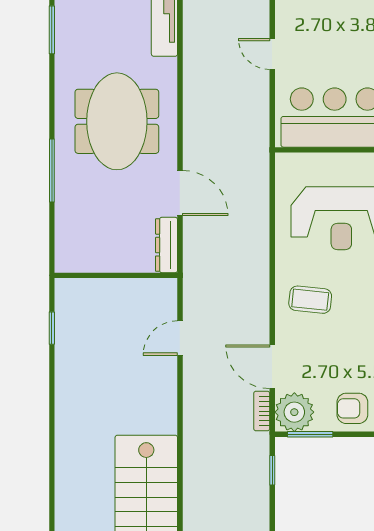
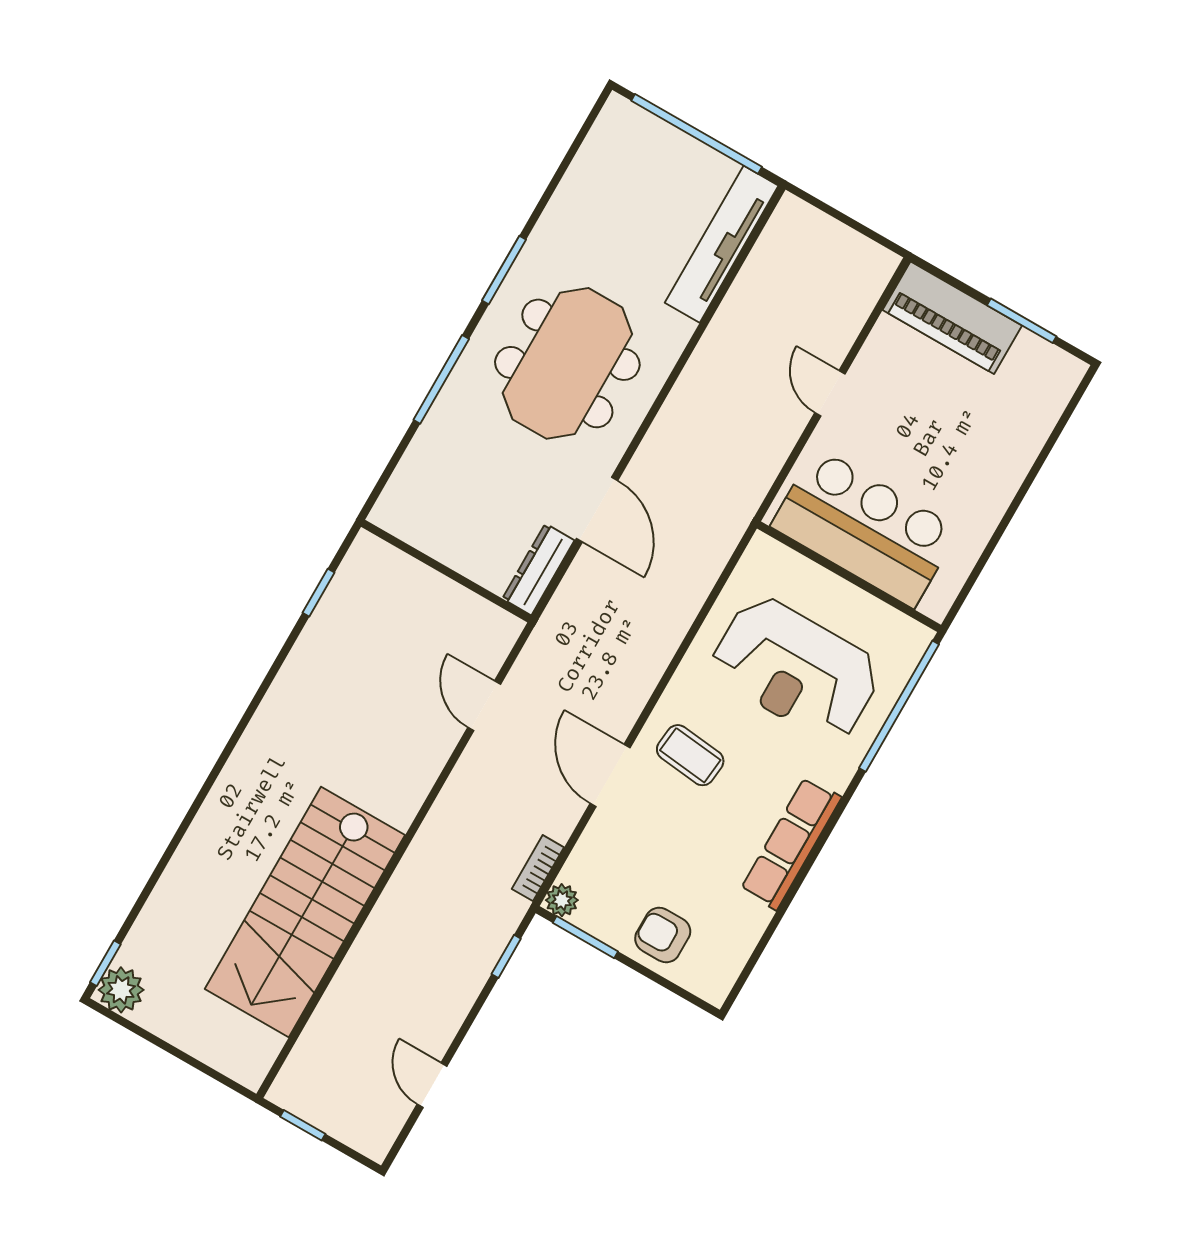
window: (52, 30) -> (504, 270), moved
door: (180, 338) -> (484, 706), hinge flipped
door: (272, 367) -> (610, 776), moved
plant: (294, 412) -> (562, 900), width x0.53, depth x0.53

